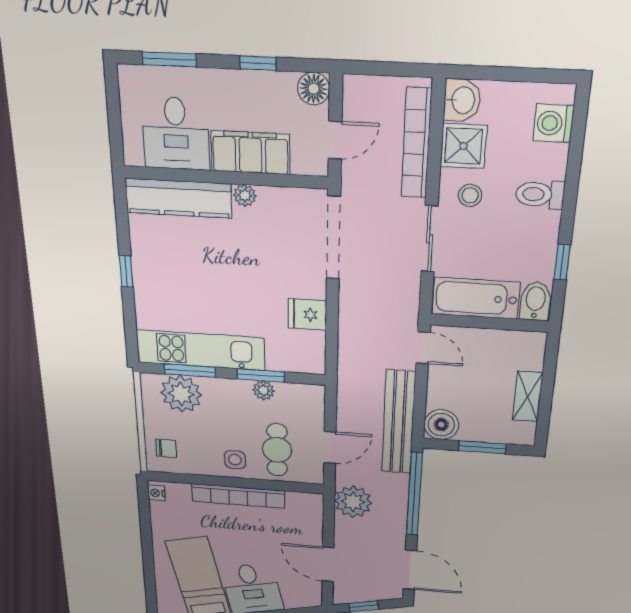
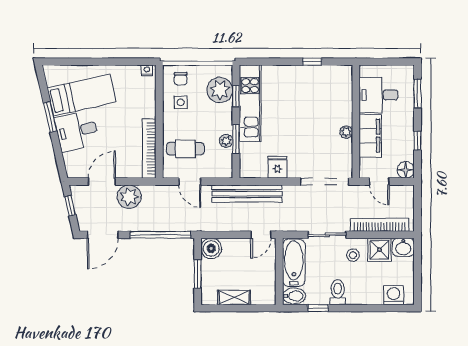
toilet: (540, 194) -> (338, 292), moved
kitchen counter: (178, 198) -> (343, 95), removed
window: (126, 271) -> (312, 62), moved
window: (190, 371) -> (236, 96), width x0.67
bench: (399, 422) -> (247, 194), moved
side table: (235, 460) -> (181, 102), moved
bookcase: (238, 496) -> (149, 149), moved
plant: (353, 502) -> (129, 197), moved

